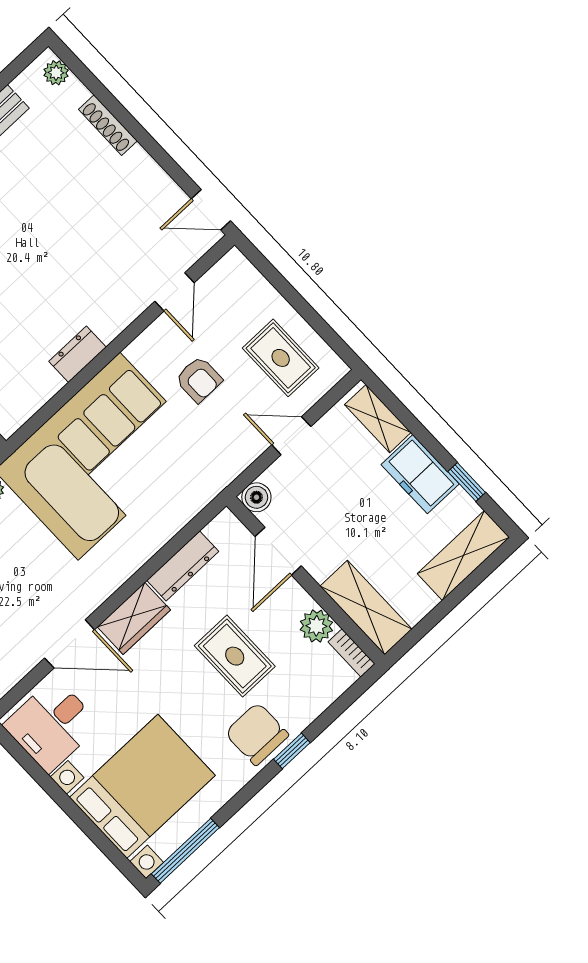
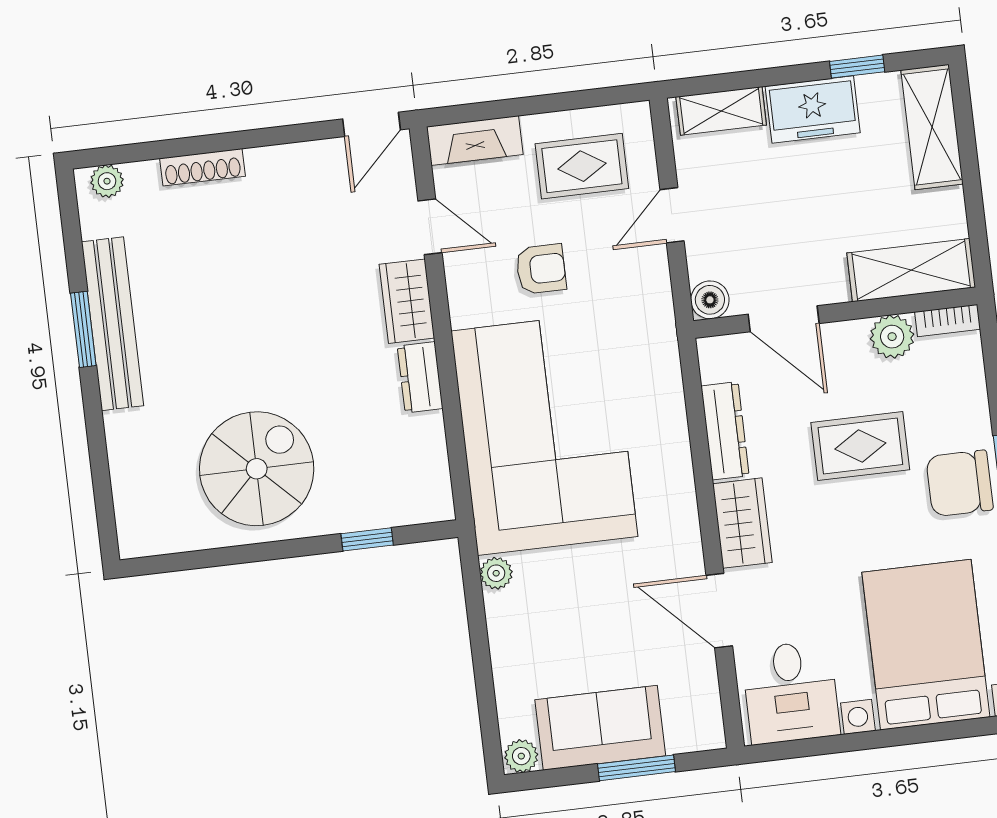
fireplace: (248, 280) -> (475, 141), added
wardrobe: (118, 312) -> (407, 301), added
door: (70, 644) -> (719, 611), swing flipped

